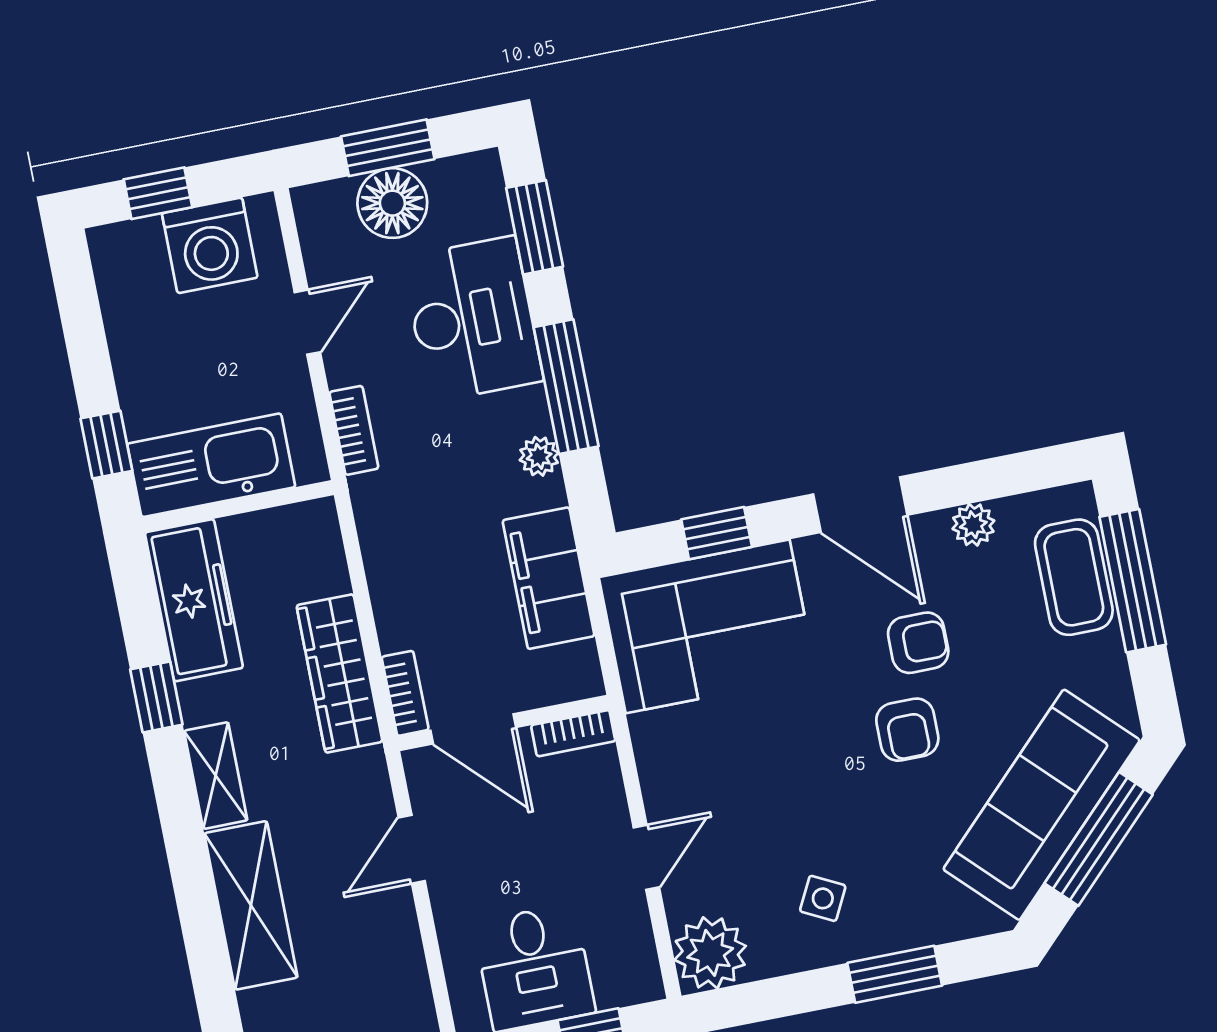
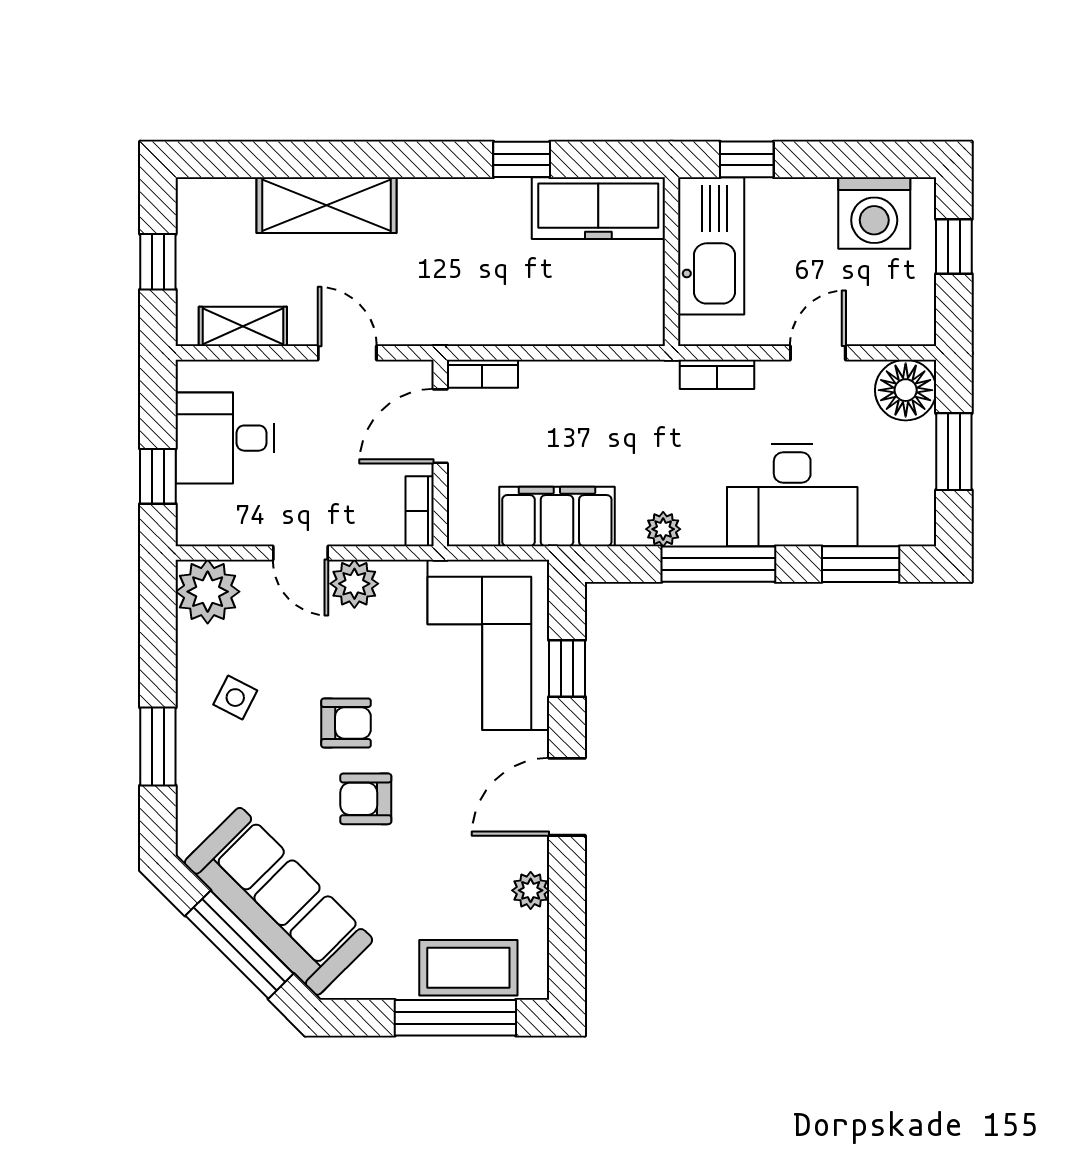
floor lamp: (392, 203) -> (906, 390), moved
washing machine: (210, 245) -> (874, 213), moved, turned -90
door: (307, 322) -> (818, 353), swing flipped
armchair: (918, 643) -> (346, 723), moved, turned -90
wardrobe: (339, 674) -> (511, 321), removed
shelving: (216, 776) -> (243, 326), moved
plant: (669, 790) -> (354, 584), added

